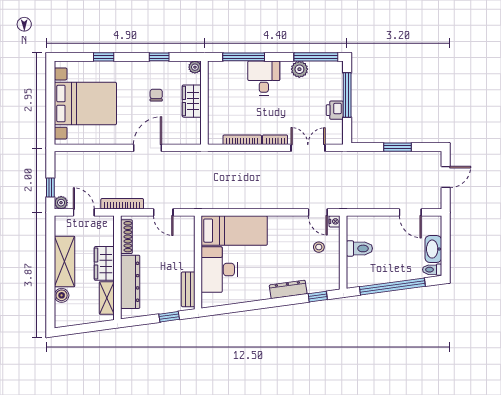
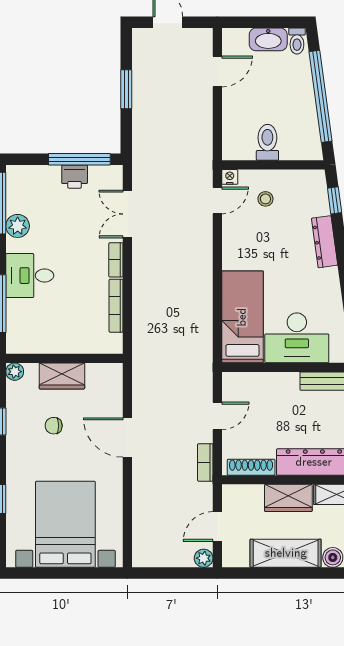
window: (347, 95) -> (79, 159), moved
window: (50, 187) -> (182, 573), removed
bookcase: (122, 204) -> (205, 462), width x0.64

